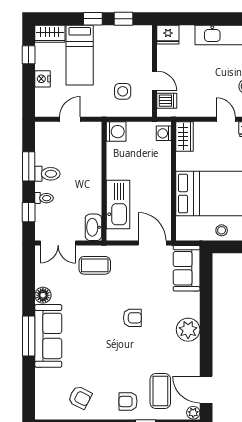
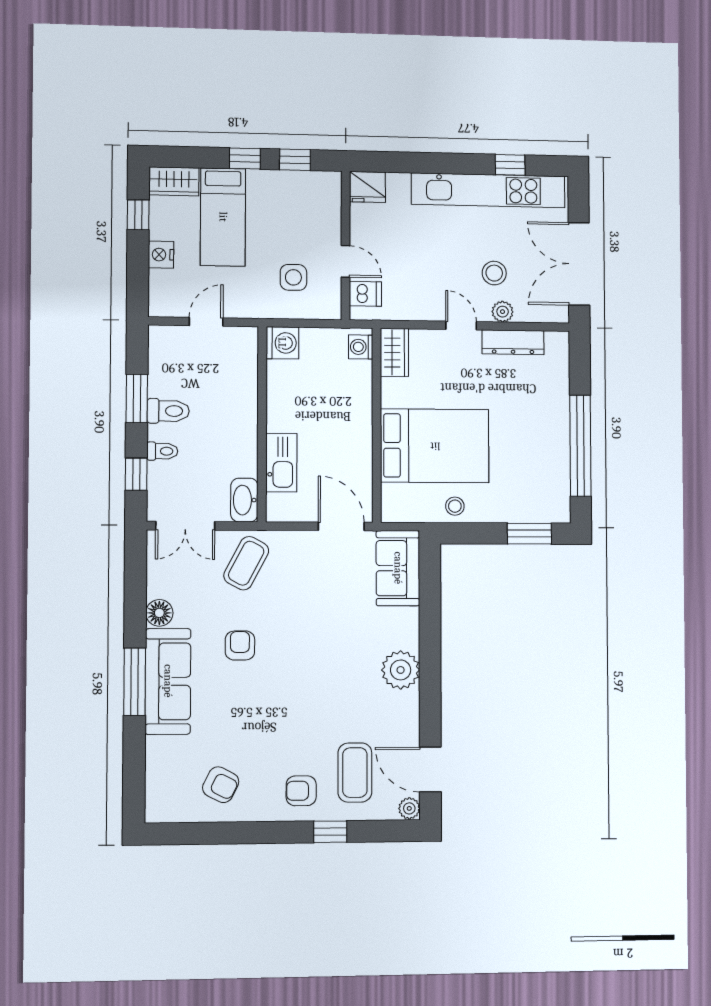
kitchen sink: (118, 205) -> (281, 463), width x0.73, depth x0.81
coffee table: (95, 265) -> (246, 563), turned -62
armchair: (132, 318) -> (240, 646), moved, turned -90

